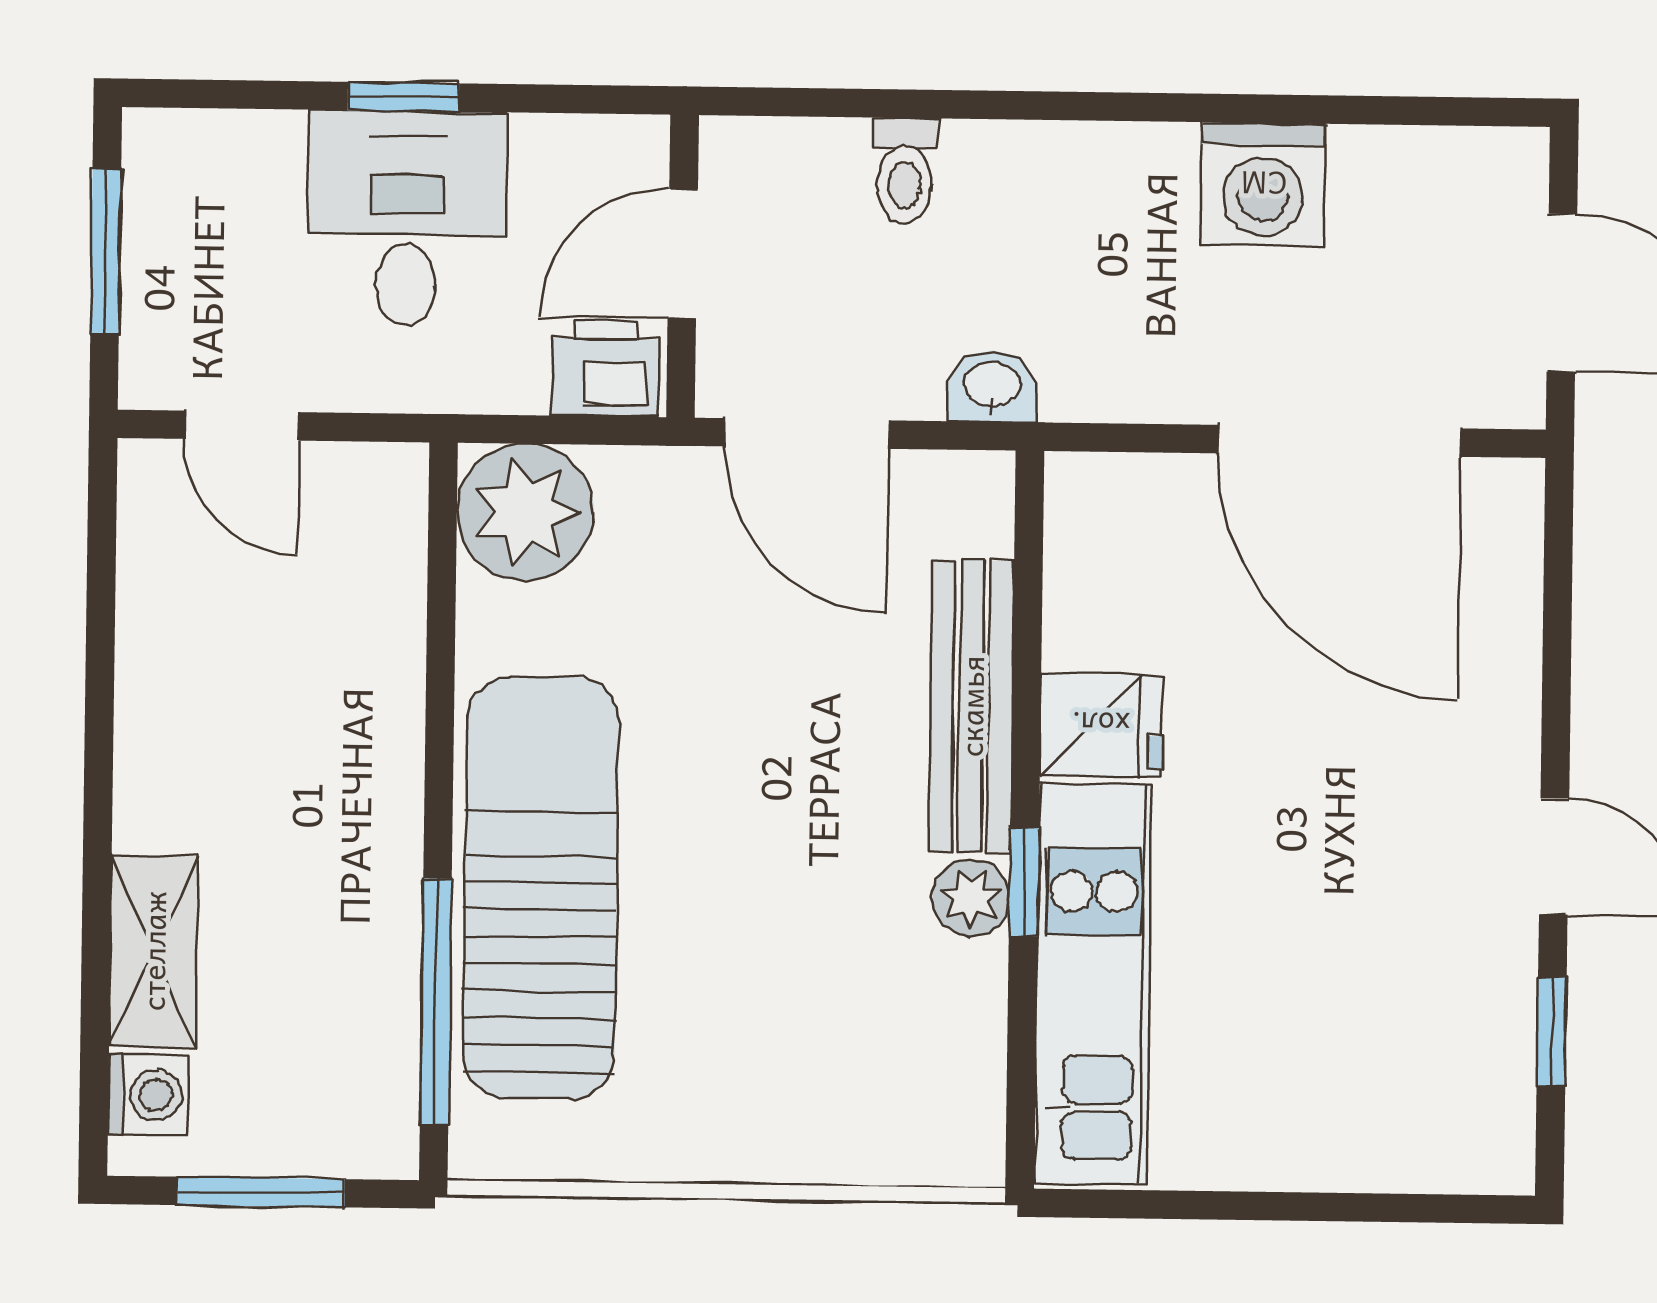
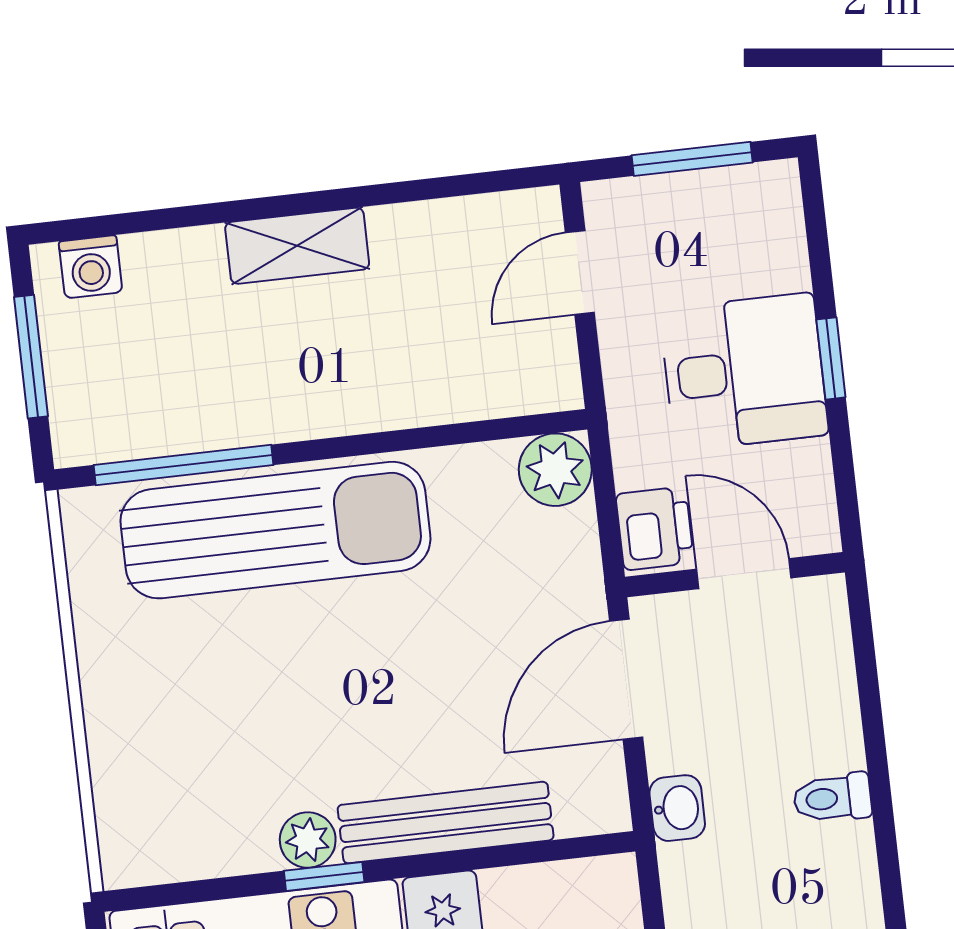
toilet: (905, 170) -> (832, 798), moved
plant: (525, 512) -> (555, 470), width x0.73, depth x0.73
shelving: (153, 951) -> (297, 246), moved

